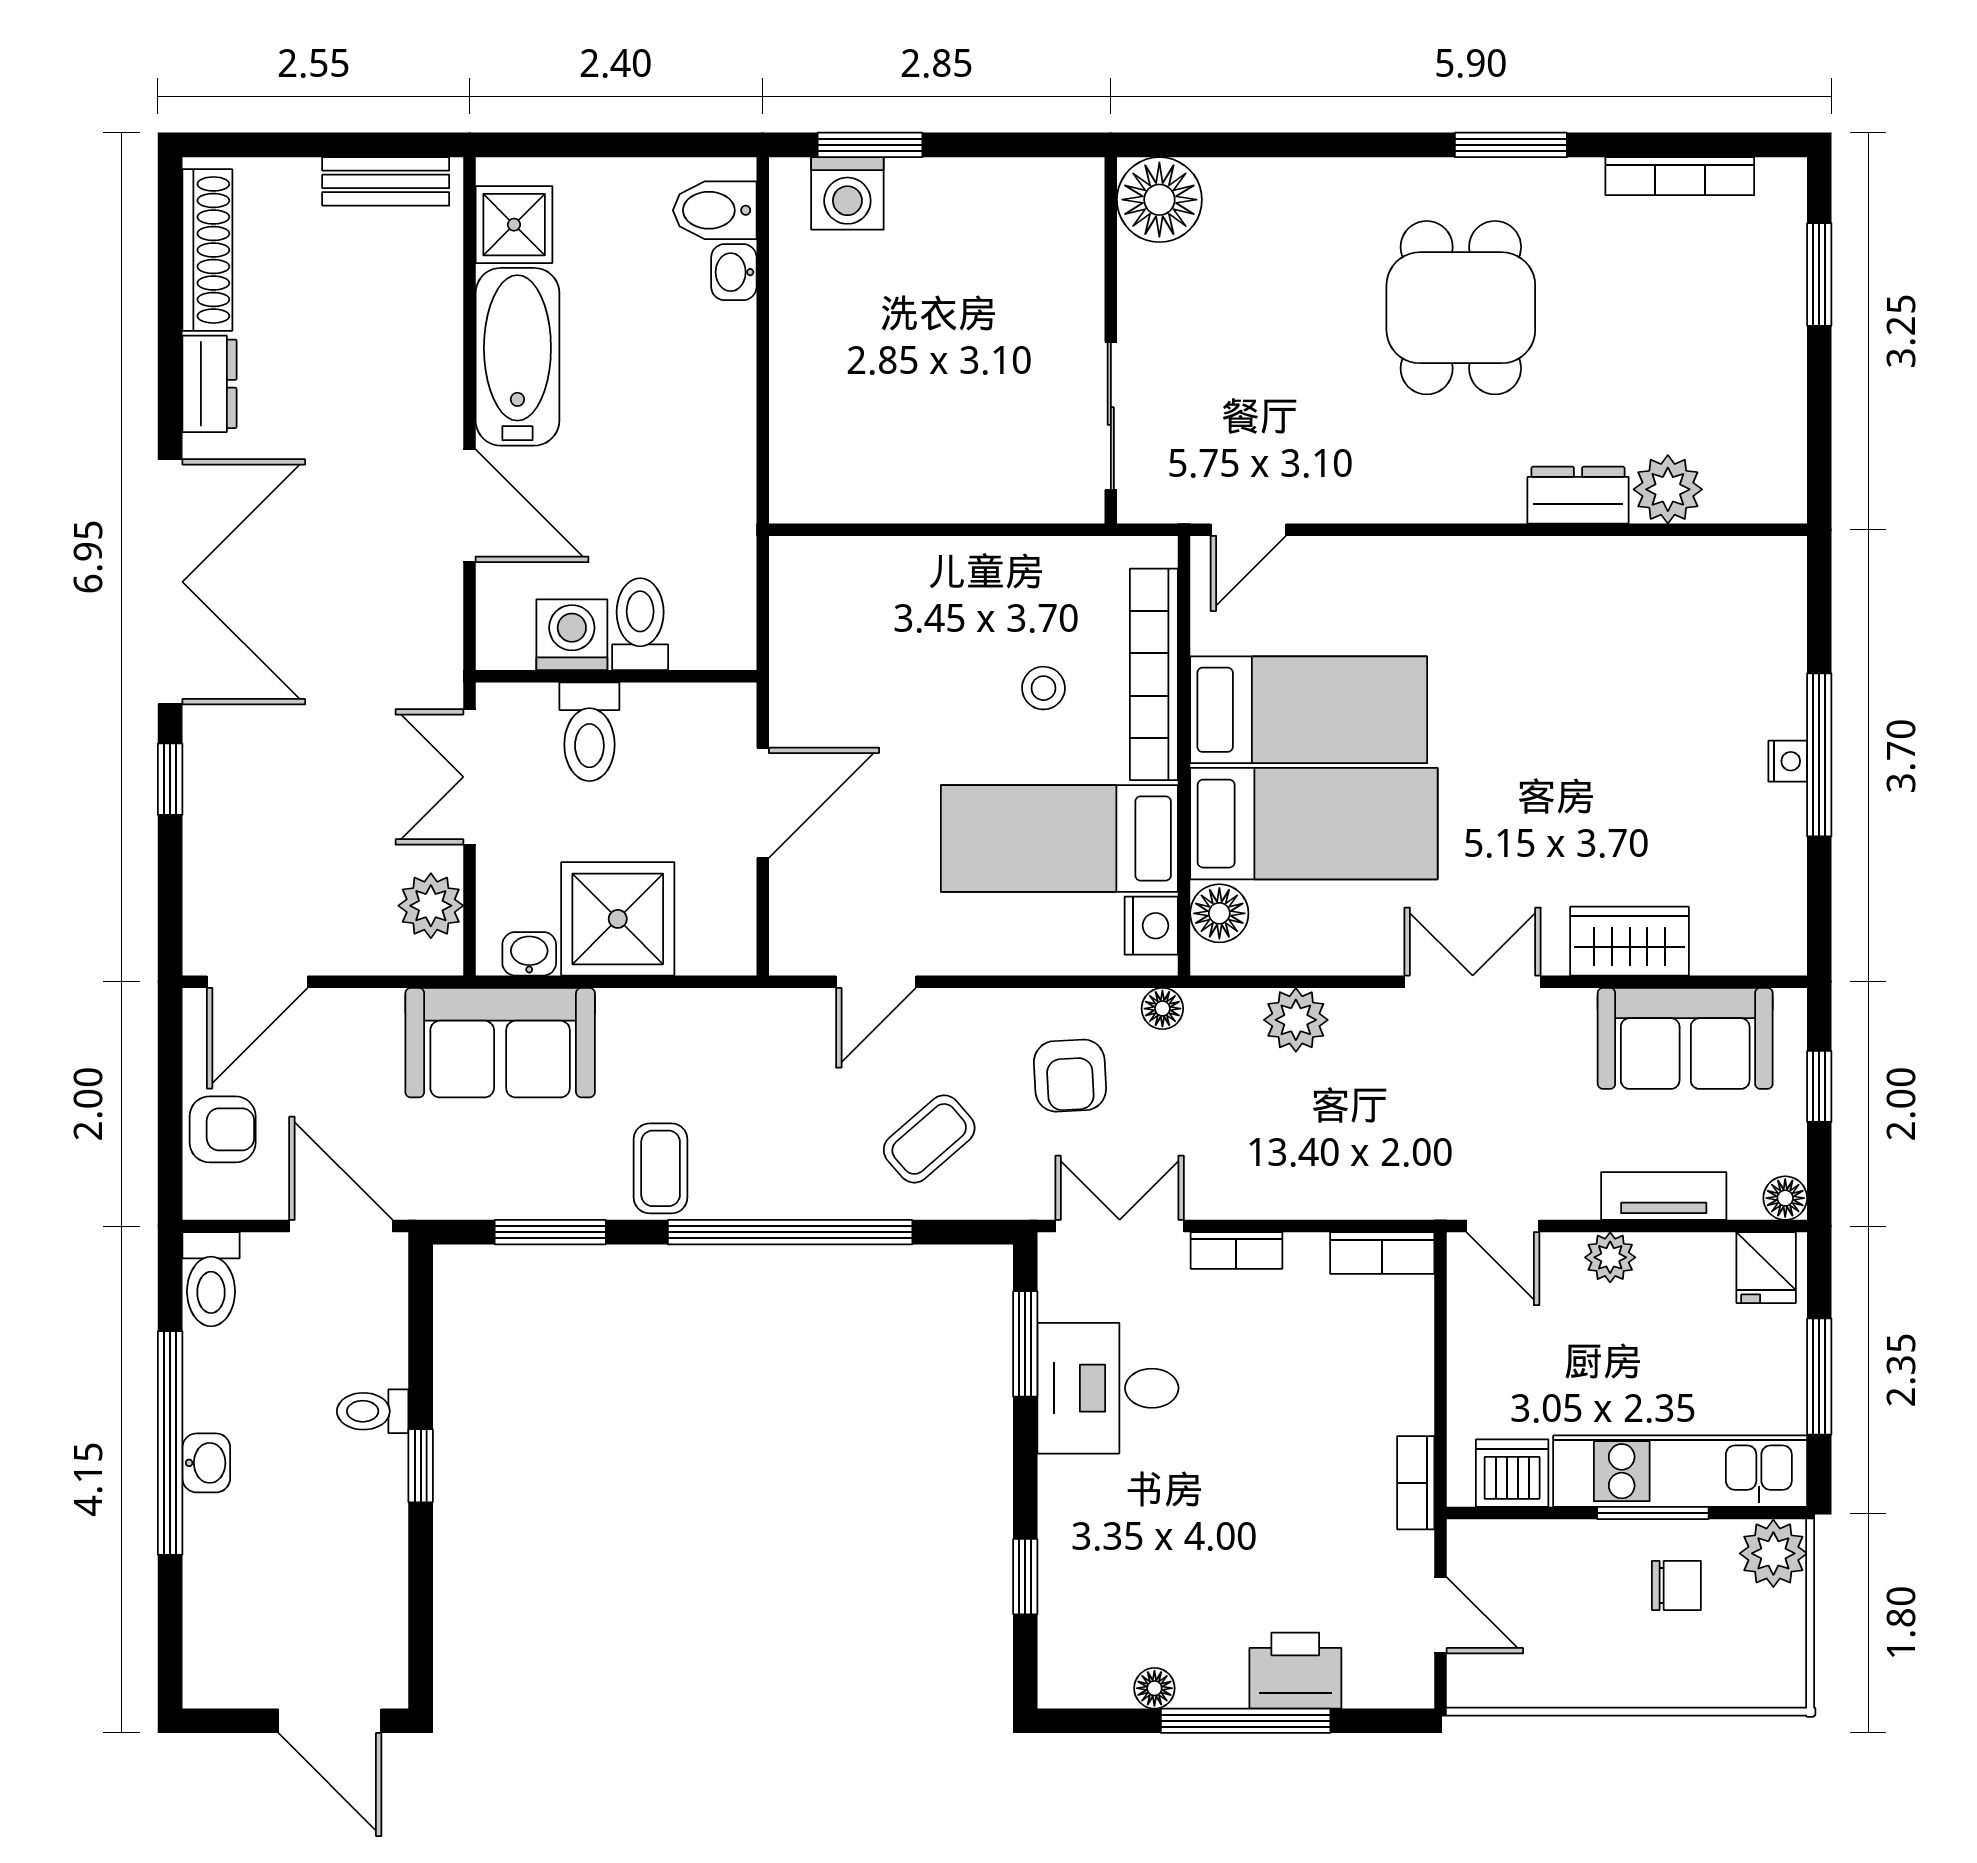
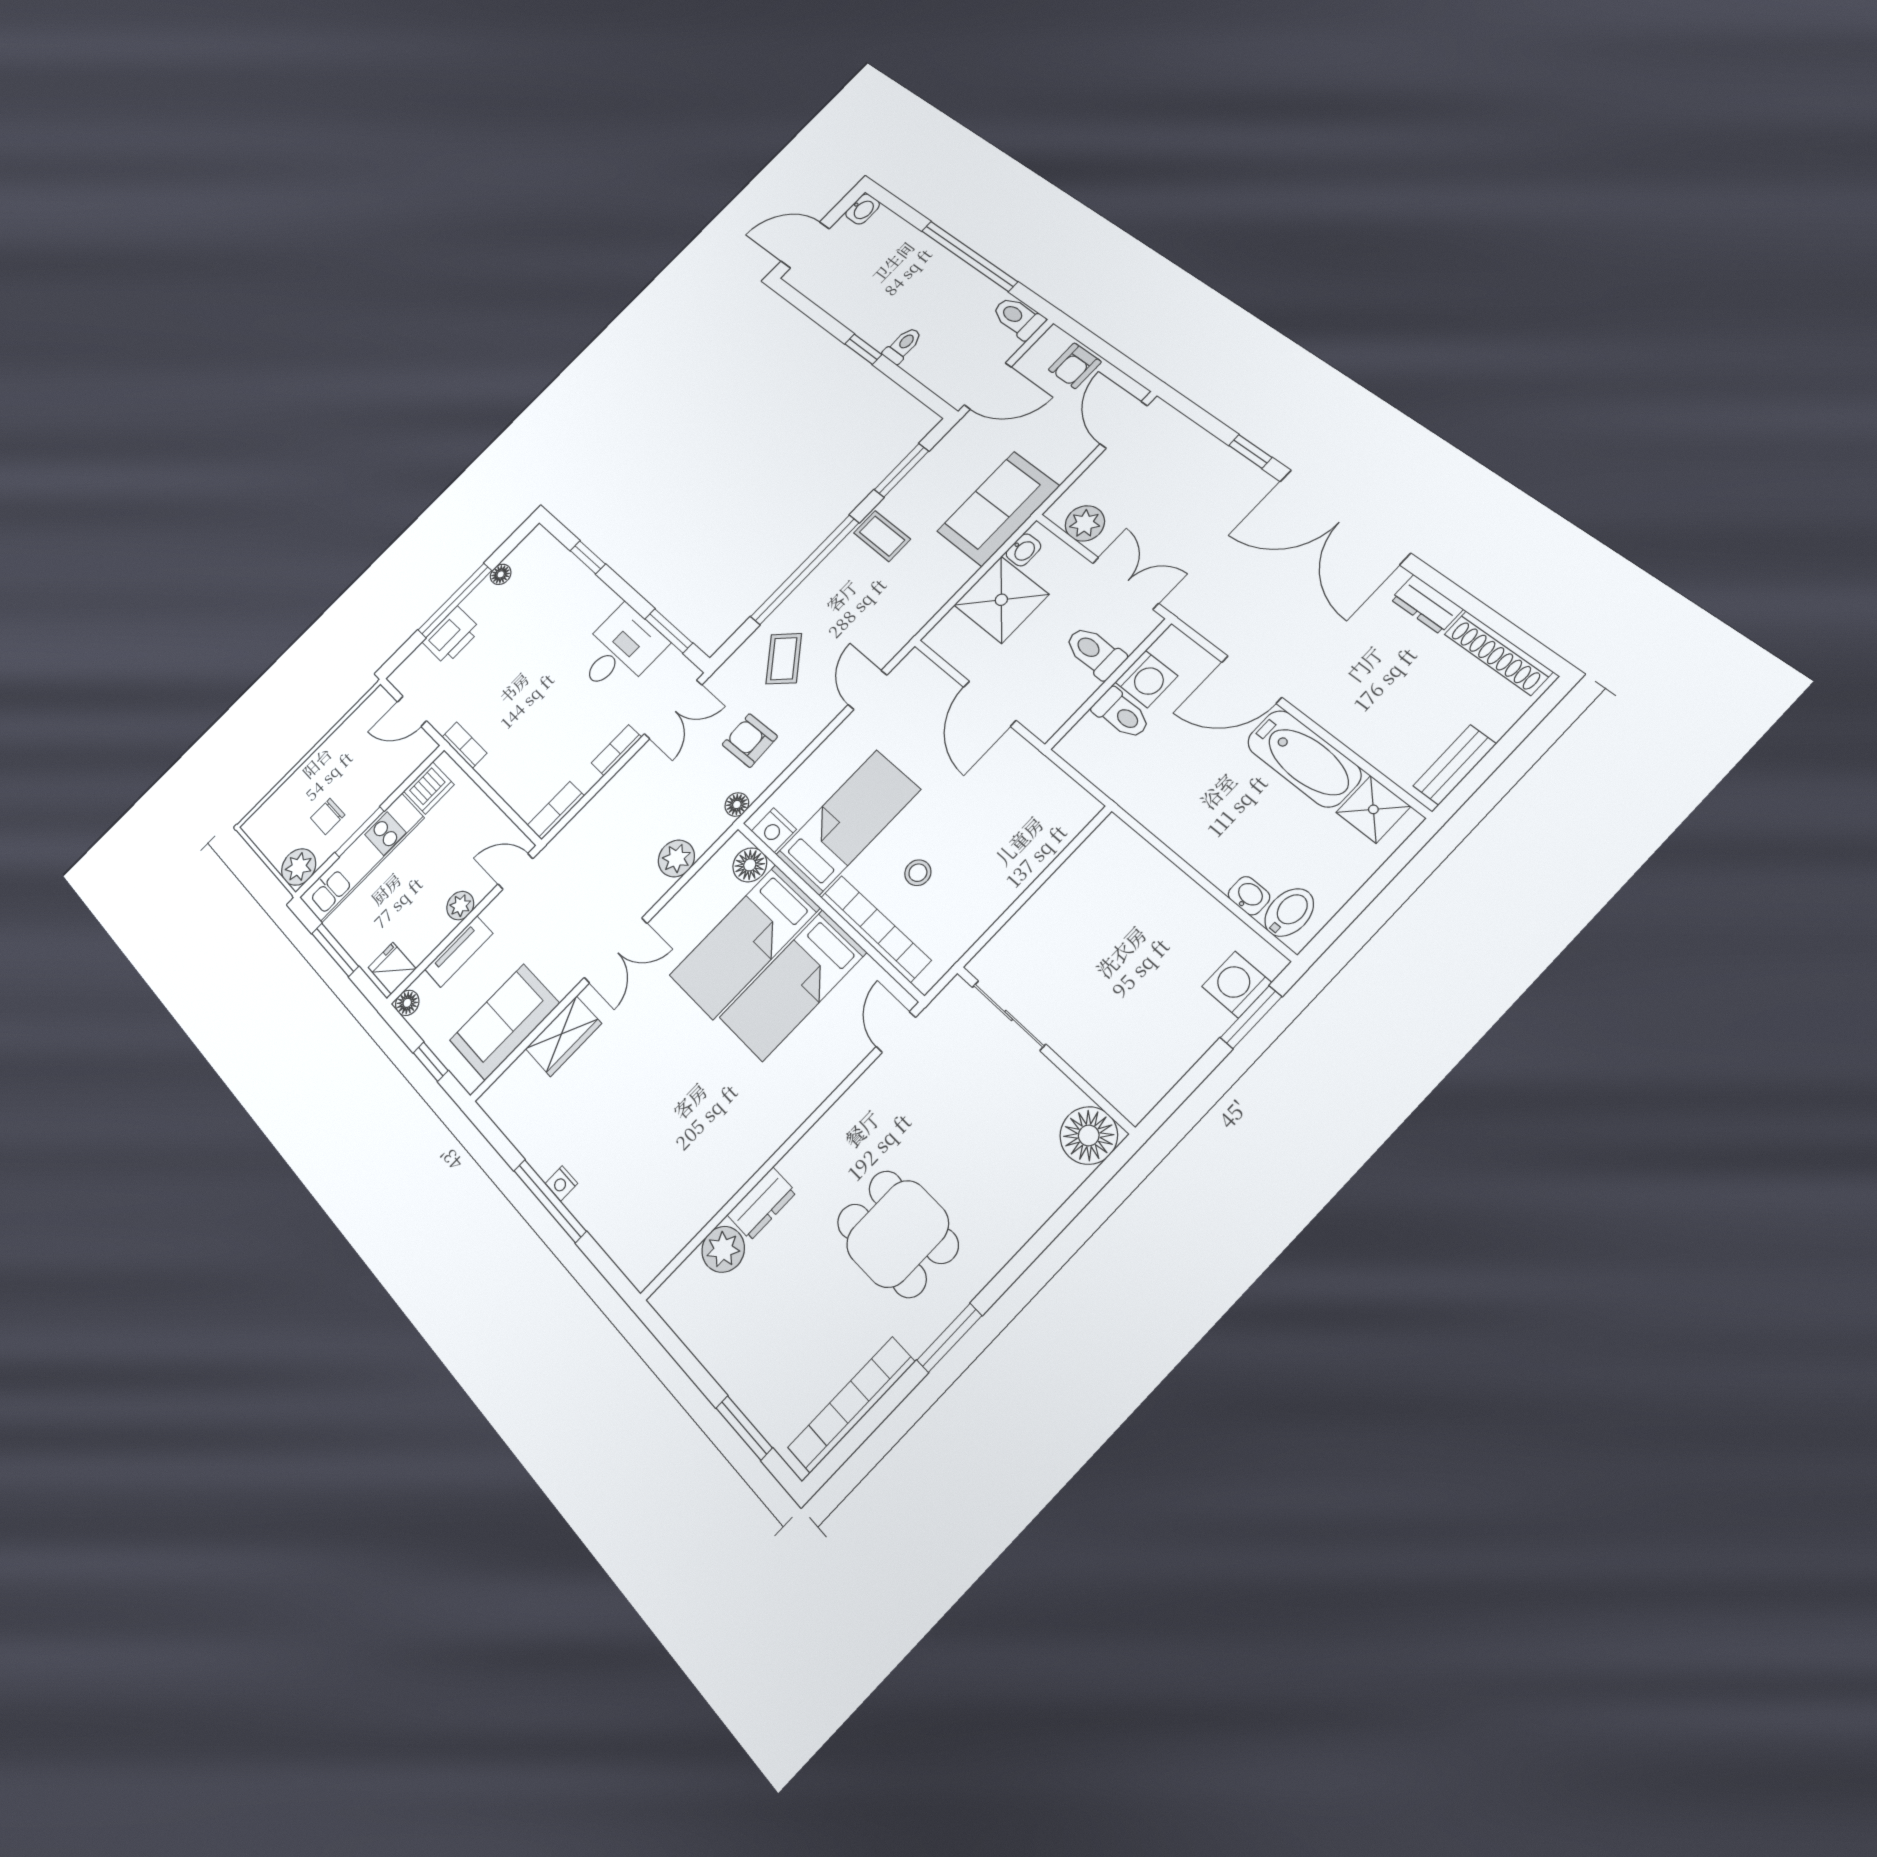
bookcase: (1680, 176) -> (851, 1405), width x1.48, depth x1.31
washbasin: (206, 1463) -> (863, 209), moved, turned -90

